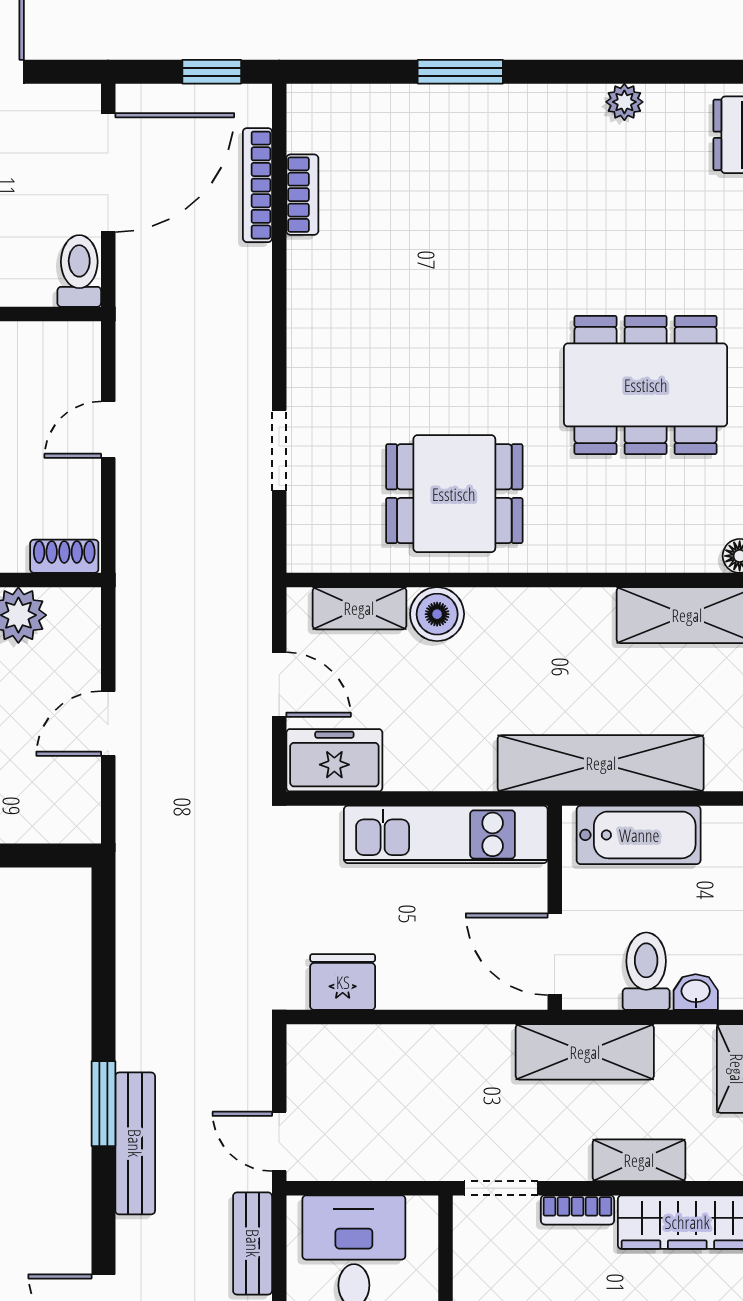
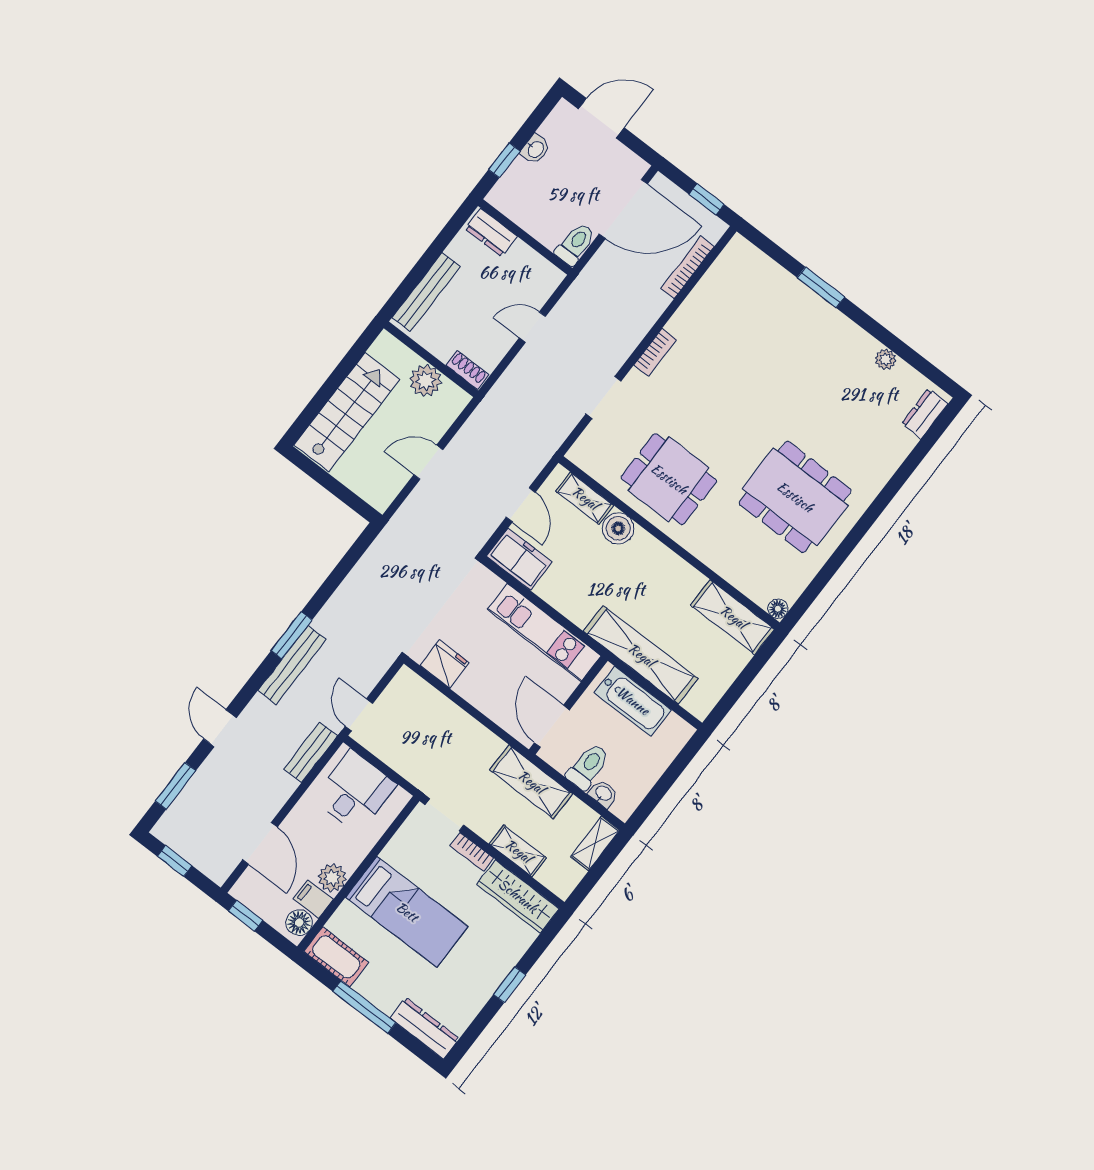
bookcase: (302, 195) -> (655, 352), moved

